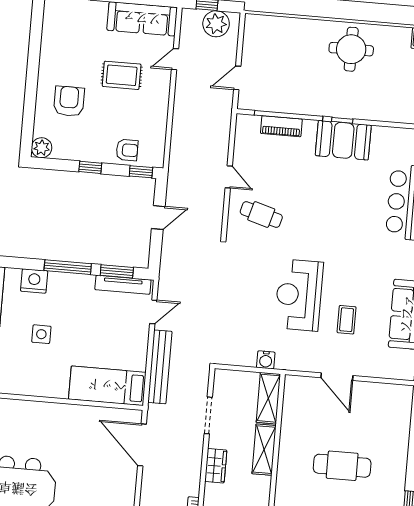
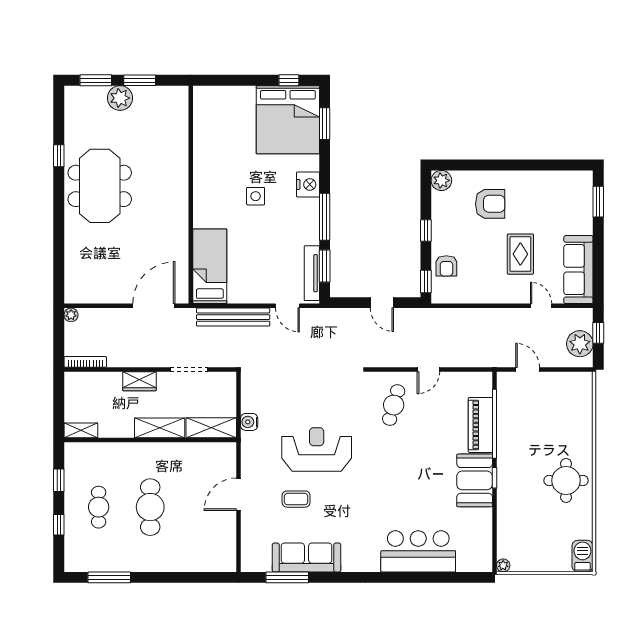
piano: (281, 126) -> (480, 425), width x1.37, depth x1.33

